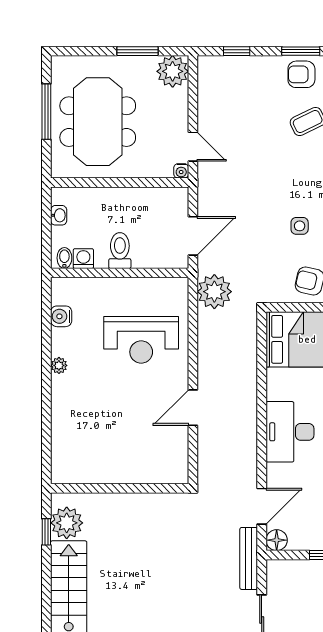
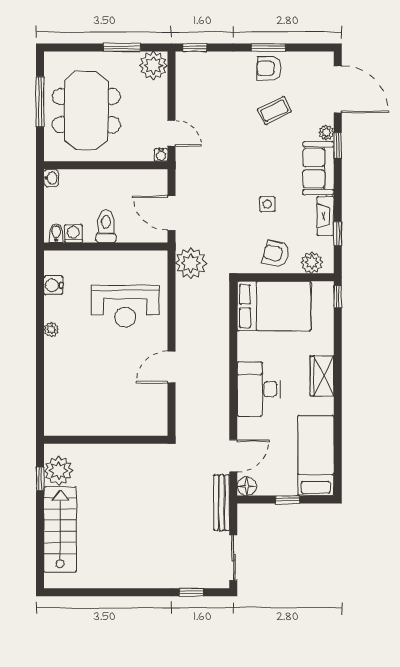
window: (237, 51) -> (195, 47), moved
washbasin: (59, 215) -> (51, 178), moved
door: (193, 236) -> (171, 213), swing flipped

